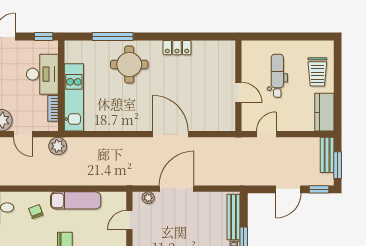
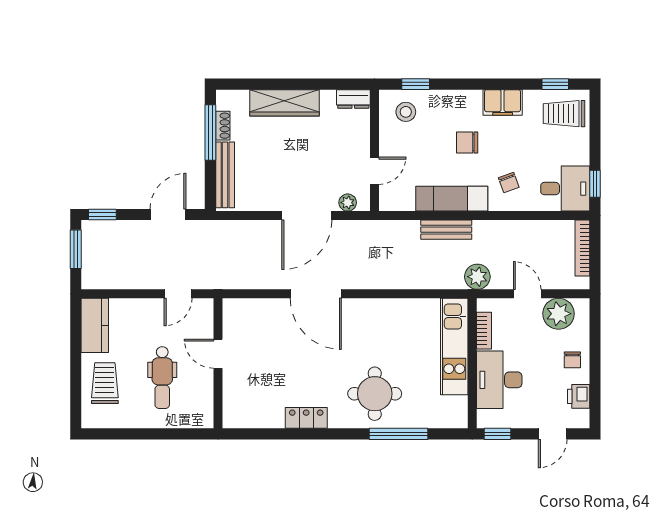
bench: (327, 155) -> (446, 230), moved, turned 90
door: (288, 189) -> (168, 214), moved

